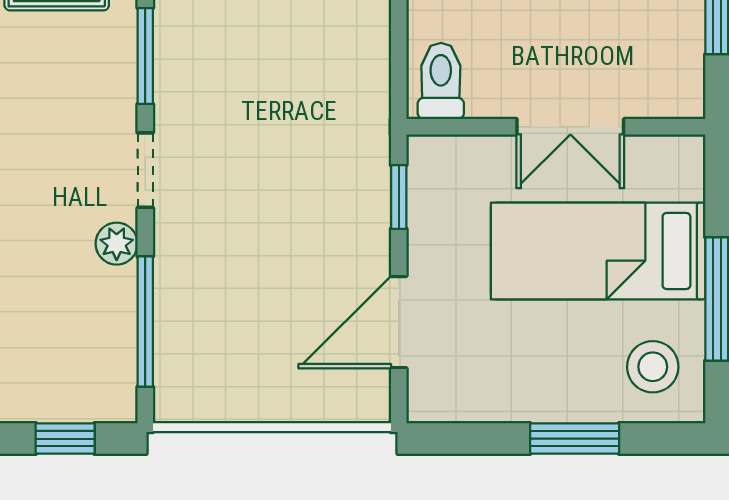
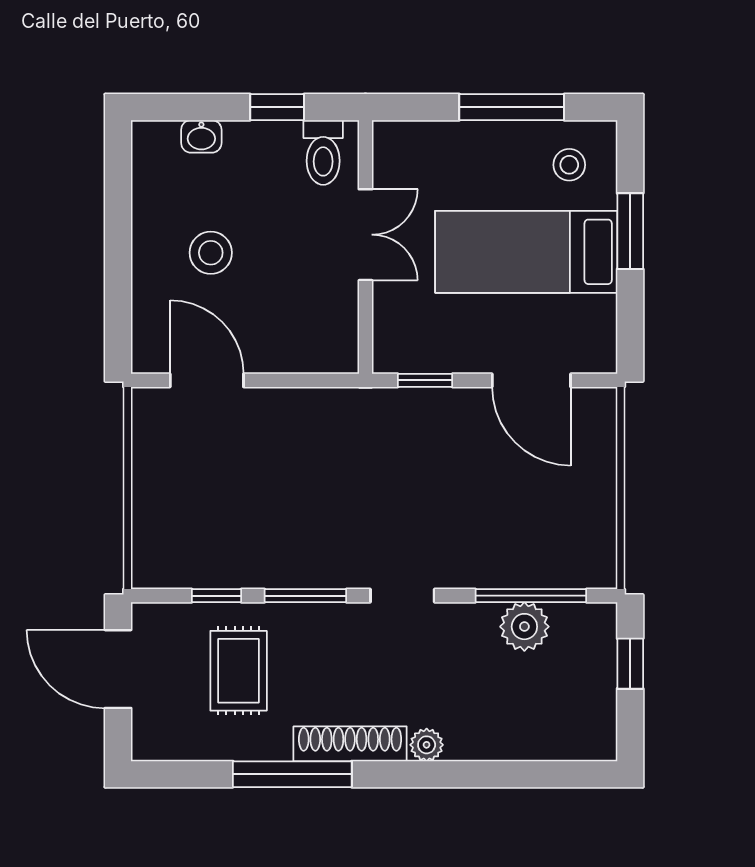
toilet: (441, 81) -> (323, 152), moved, turned -90
plant: (117, 244) -> (524, 627), moved, width x1.38, depth x1.38
bed: (598, 251) -> (526, 252), moved, turned 90
stool: (653, 367) -> (569, 165), width x0.73, depth x0.73

